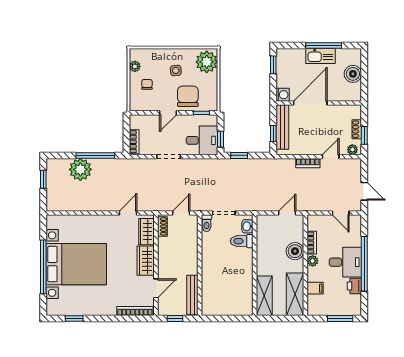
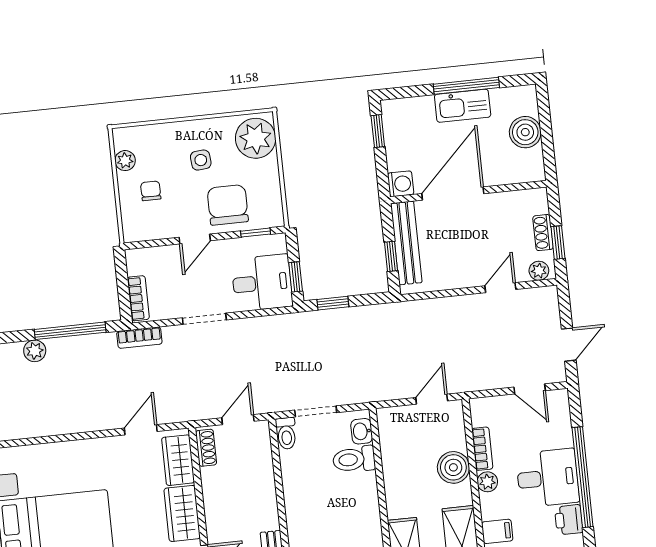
bookcase: (308, 163) -> (139, 338), moved
plant: (80, 169) -> (35, 351), width x0.53, depth x0.53
door: (364, 191) -> (569, 345), hinge flipped

